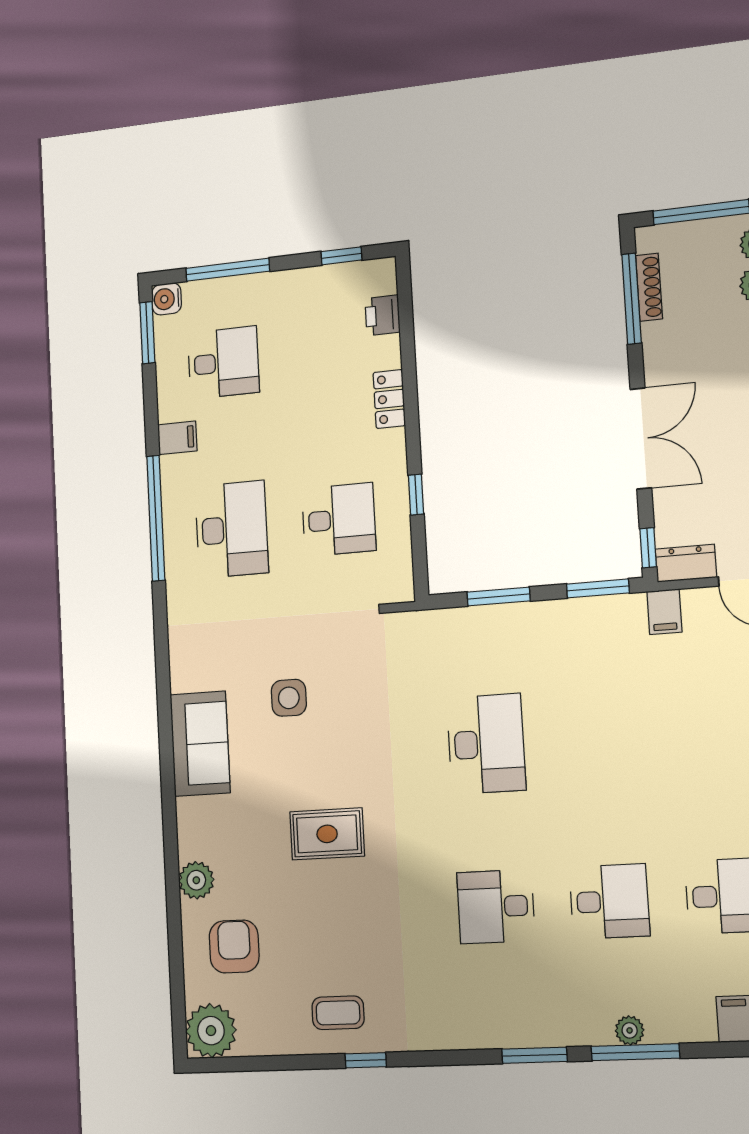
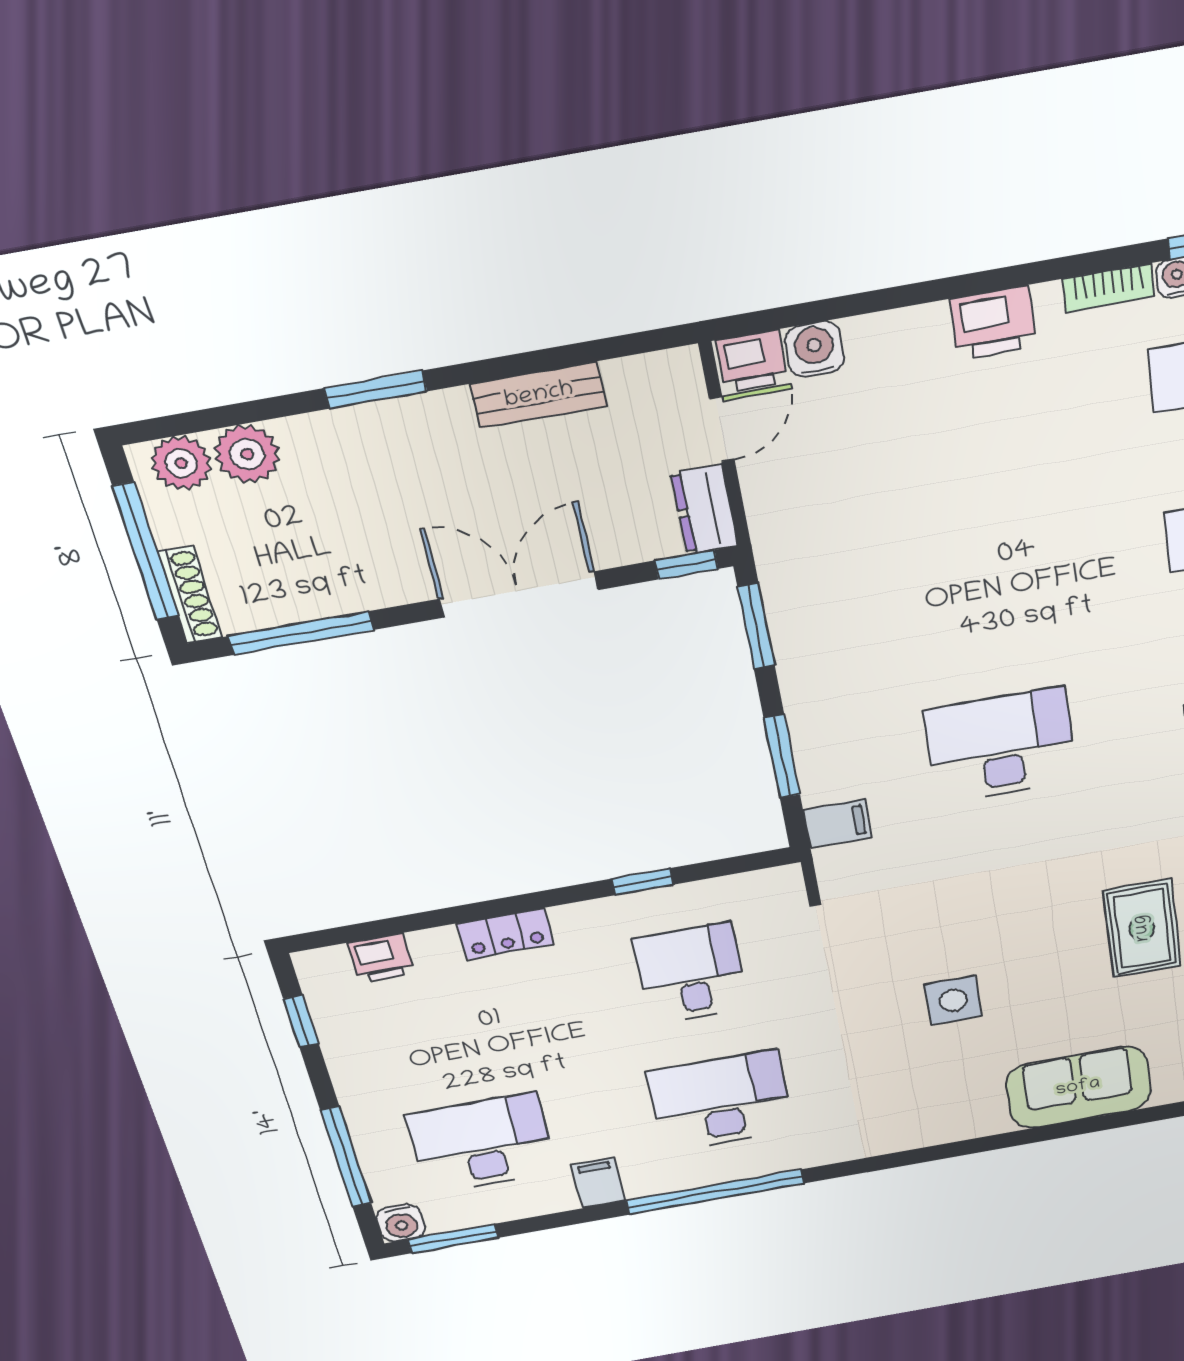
shoe rack: (649, 287) -> (190, 595), moved, turned 90
desk: (223, 363) -> (482, 1143), width x1.37
filing cabinet: (664, 612) -> (837, 824), moved
sofa: (200, 744) -> (1078, 1087), moved

